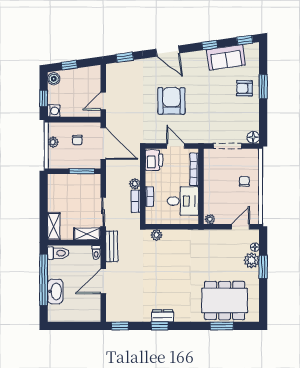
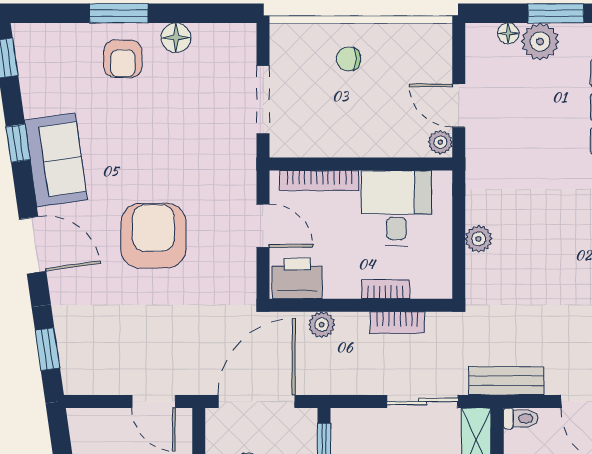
door: (168, 51) -> (33, 245), hinge flipped
sofa: (226, 57) -> (56, 160), moved
armchair: (171, 101) -> (153, 236), turned 90
floor lamp: (253, 137) -> (176, 38), moved
door: (176, 146) -> (263, 226), swing flipped
plant: (135, 184) -> (322, 325), moved
door: (241, 227) -> (459, 106), moved
plant: (157, 235) -> (479, 239), moved

